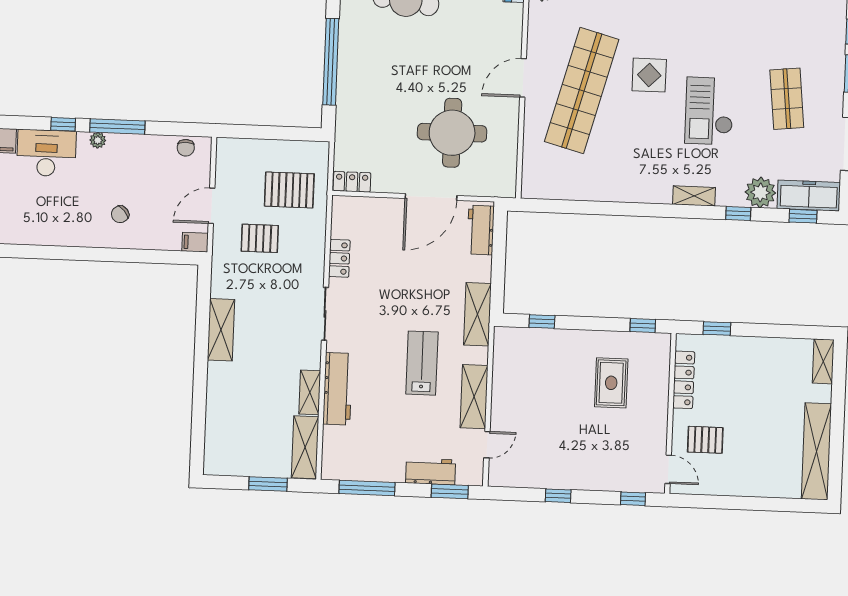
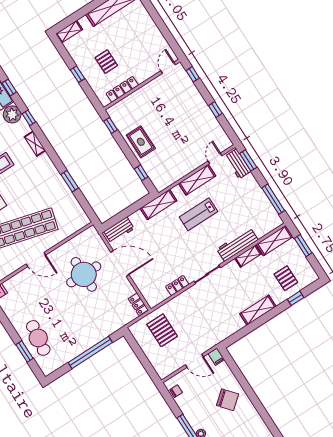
window: (603, 208) -> (70, 181), added
chair: (120, 214) -> (227, 400), width x1.87, depth x1.87
pallet: (260, 238) -> (286, 278), moved
window: (717, 328) -> (78, 74), moved
shelving: (221, 330) -> (258, 310), moved
rug: (611, 383) -> (141, 142), moved, turned 90
window: (199, 419) -> (296, 298), added
pallet: (705, 440) -> (106, 62), moved
door: (487, 445) -> (215, 158), hinge flipped
workbench: (431, 471) -> (238, 164), moved

